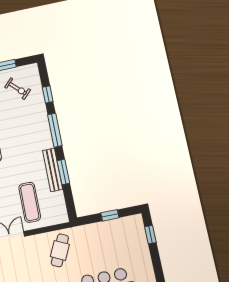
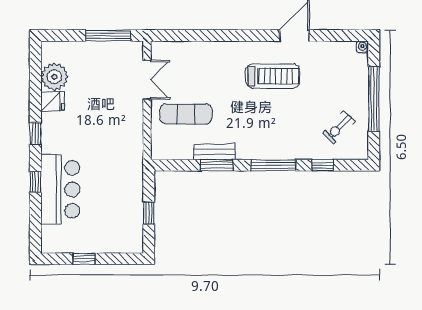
bench: (53, 170) -> (214, 152), width x0.73
window: (150, 235) -> (84, 259), moved
cafe table: (60, 250) -> (117, 141), removed

